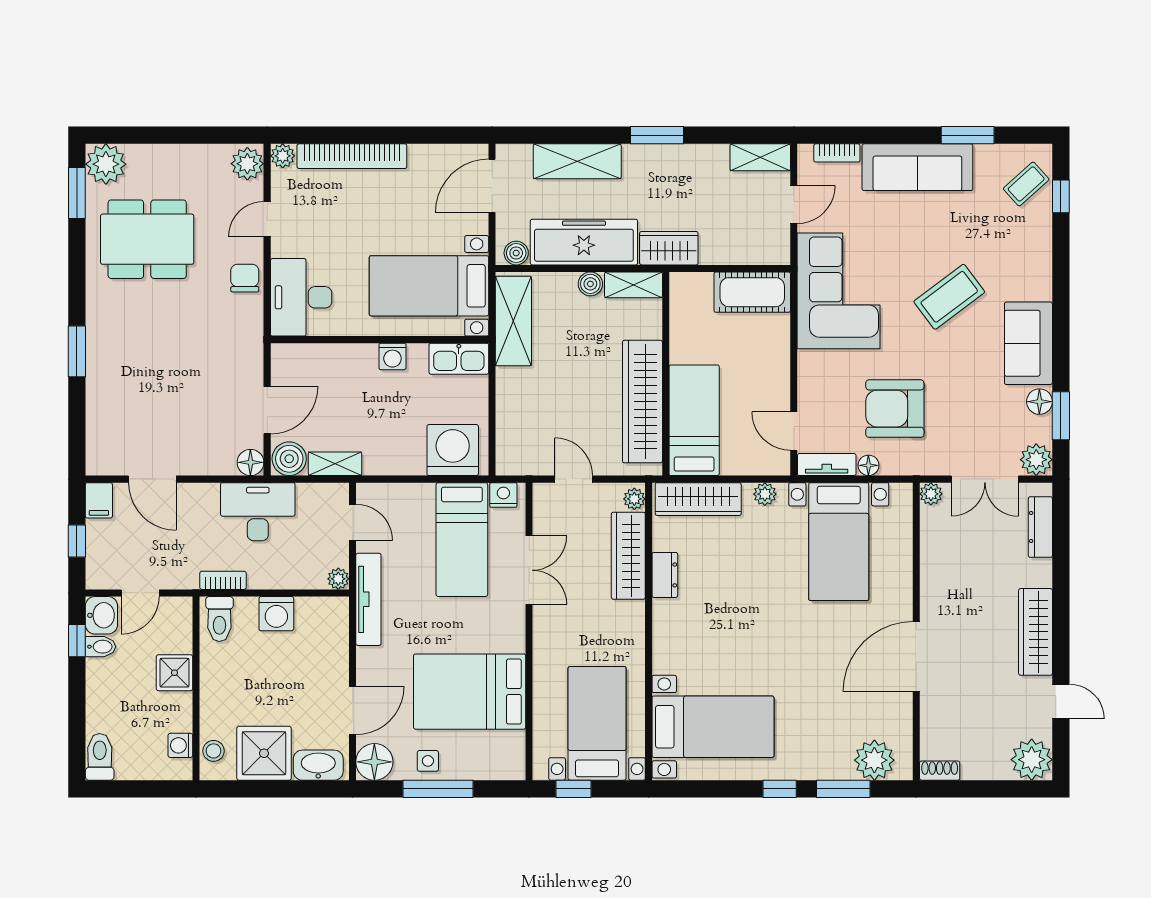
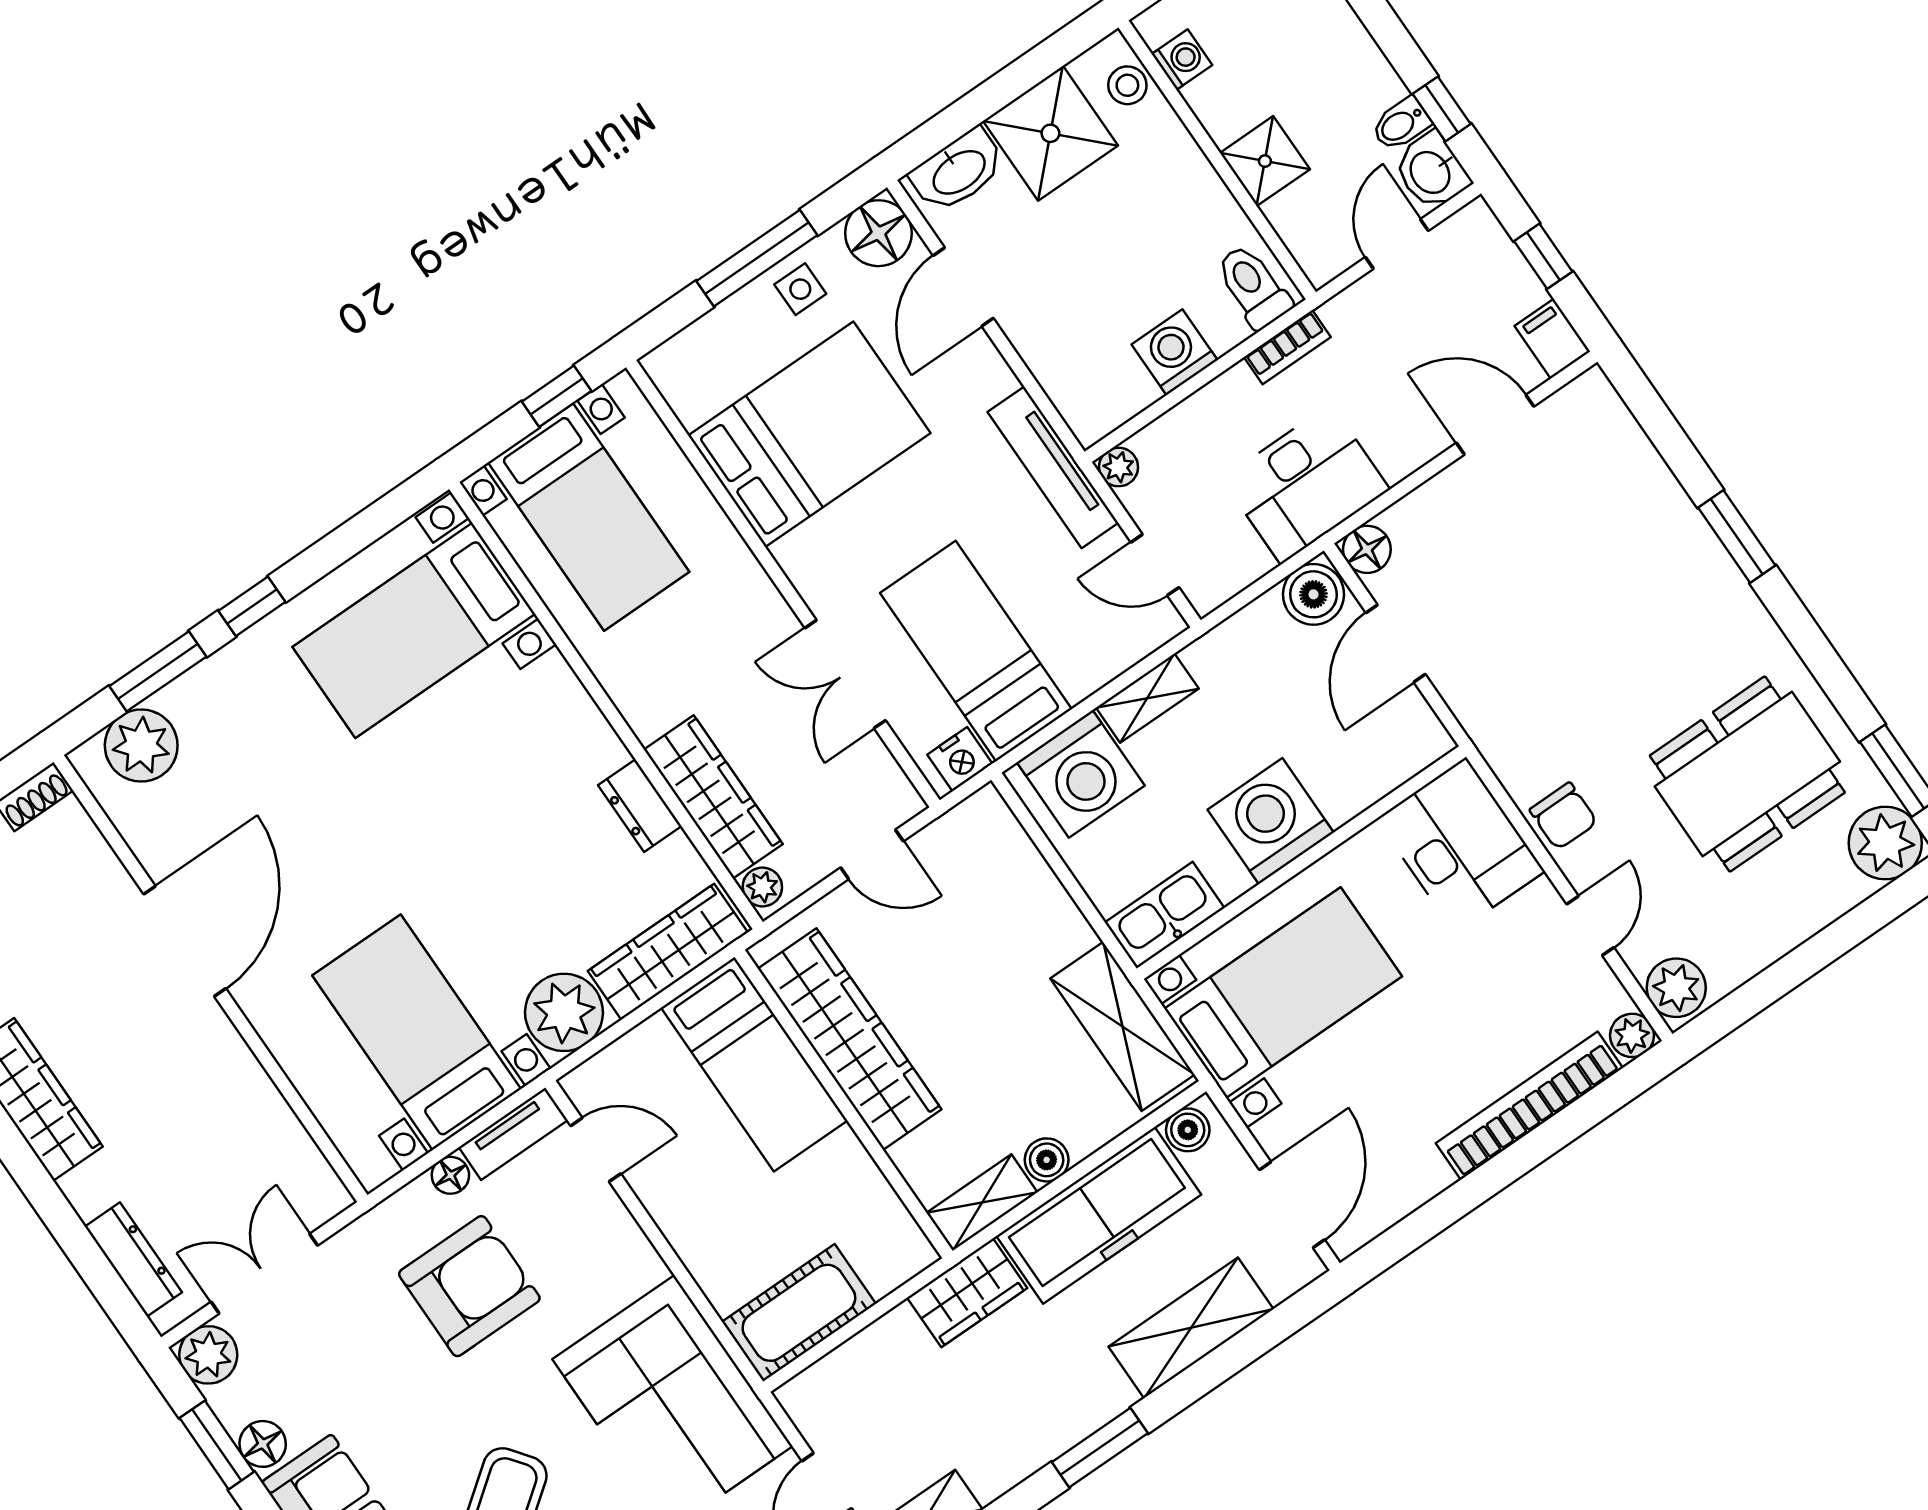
washing machine: (392, 356) -> (1271, 821), width x1.89, depth x1.89
shelving: (335, 464) -> (1147, 698), moved
plant: (765, 494) -> (564, 1012), width x1.88, depth x1.88
plant: (931, 494) -> (329, 1197), removed

